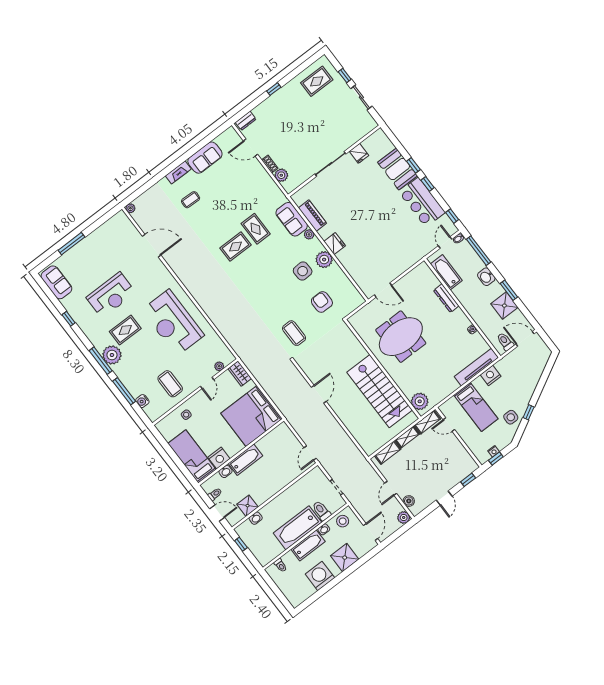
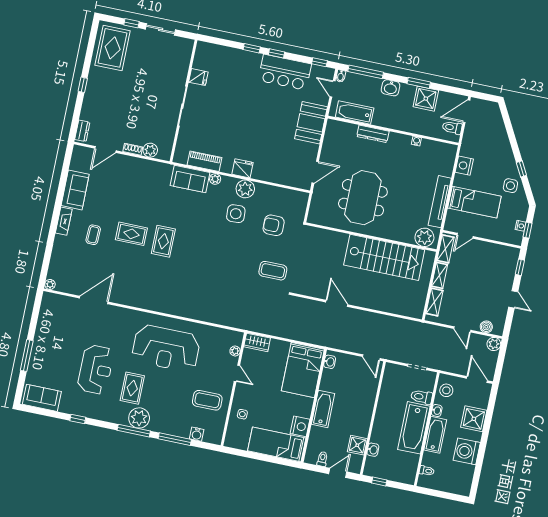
rug: (317, 81) -> (113, 48), width x1.36, depth x1.43
booth: (398, 169) -> (311, 123), moved, turned 90
rug: (256, 229) -> (131, 234), moved
tv unit: (476, 367) -> (440, 202), moved
bed: (252, 416) -> (303, 370), width x0.73
washbasin: (225, 471) -> (330, 362), moved

